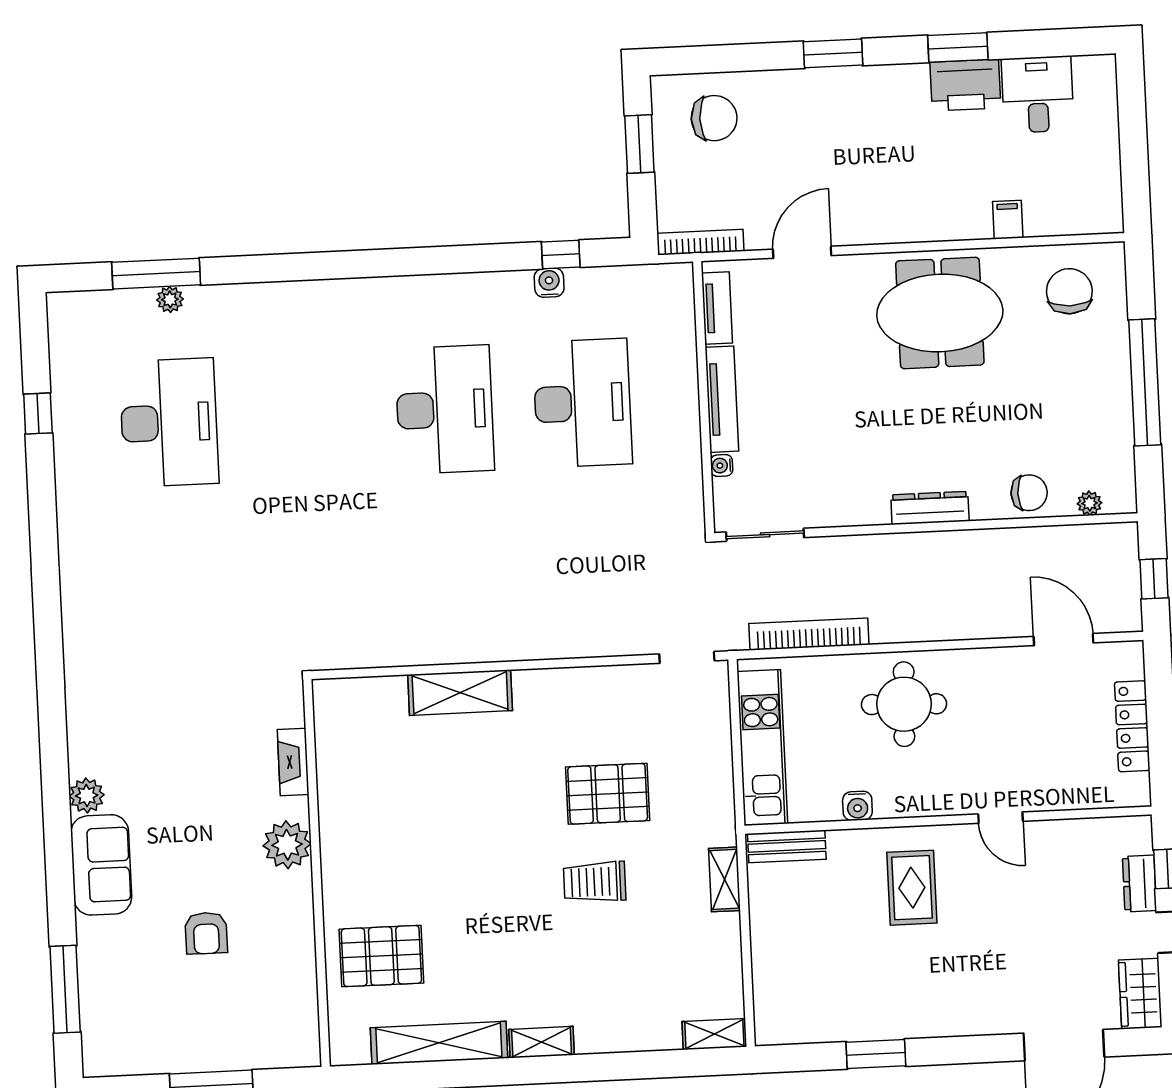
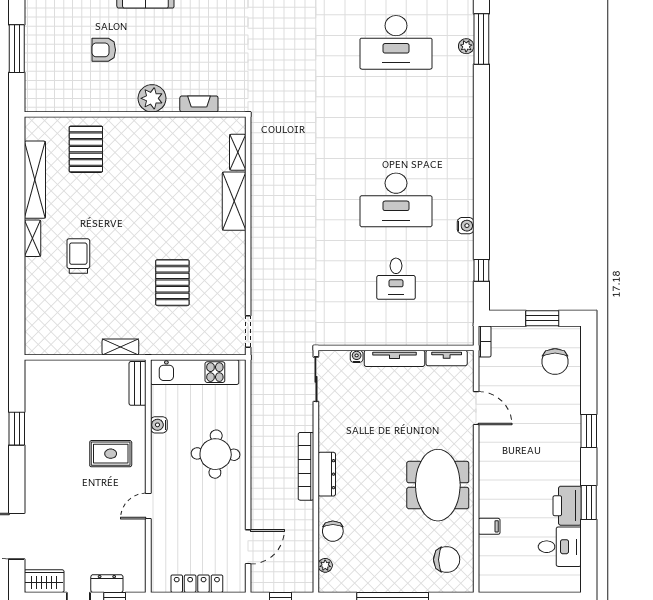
bookcase: (700, 242) -> (485, 341), width x0.64
water cooler: (549, 283) -> (466, 226), moved
desk: (582, 403) -> (396, 279), width x0.53, depth x0.77
bookcase: (809, 634) -> (306, 466), moved, turned 180
trolley: (595, 882) -> (78, 256), moved
shelving: (714, 1034) -> (238, 152), moved

